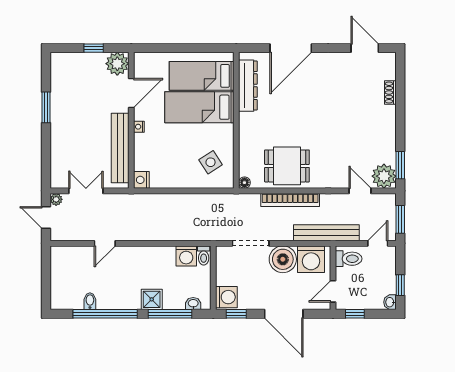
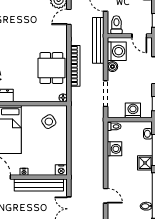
washing machine: (186, 256) -> (114, 149), moved
boiler: (283, 259) -> (112, 67), width x0.54, depth x0.54
washing machine: (226, 297) -> (133, 110), moved

